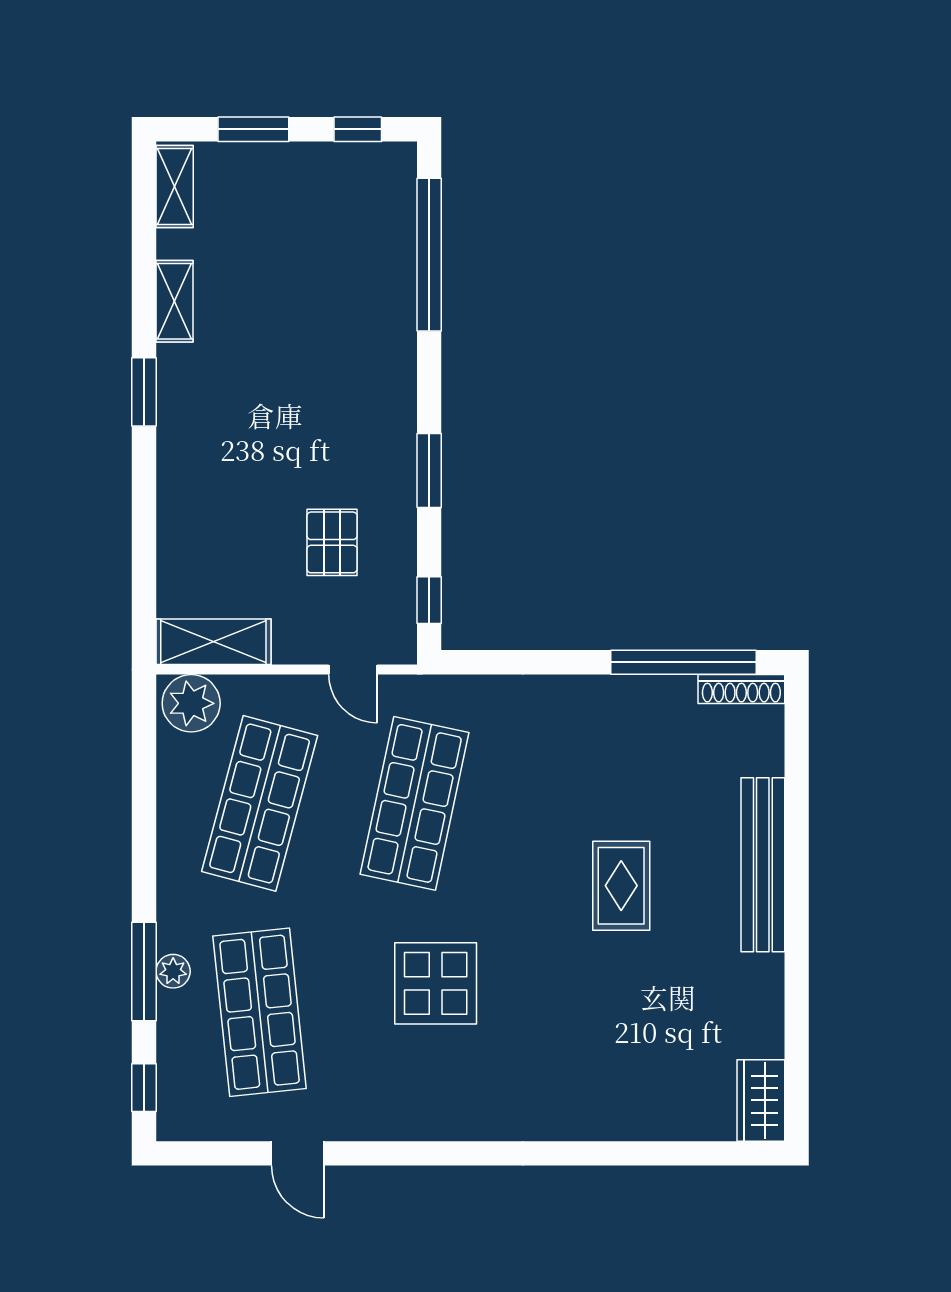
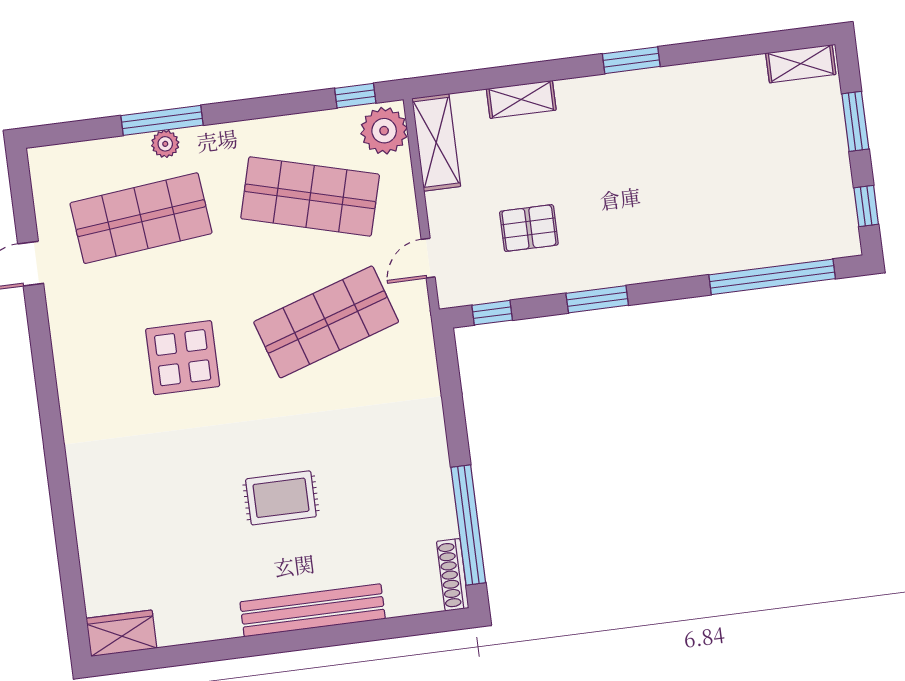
shelving: (174, 301) -> (521, 99), moved
shop shelf: (415, 803) -> (326, 322), turned -30
window: (144, 1088) -> (355, 96), moved

